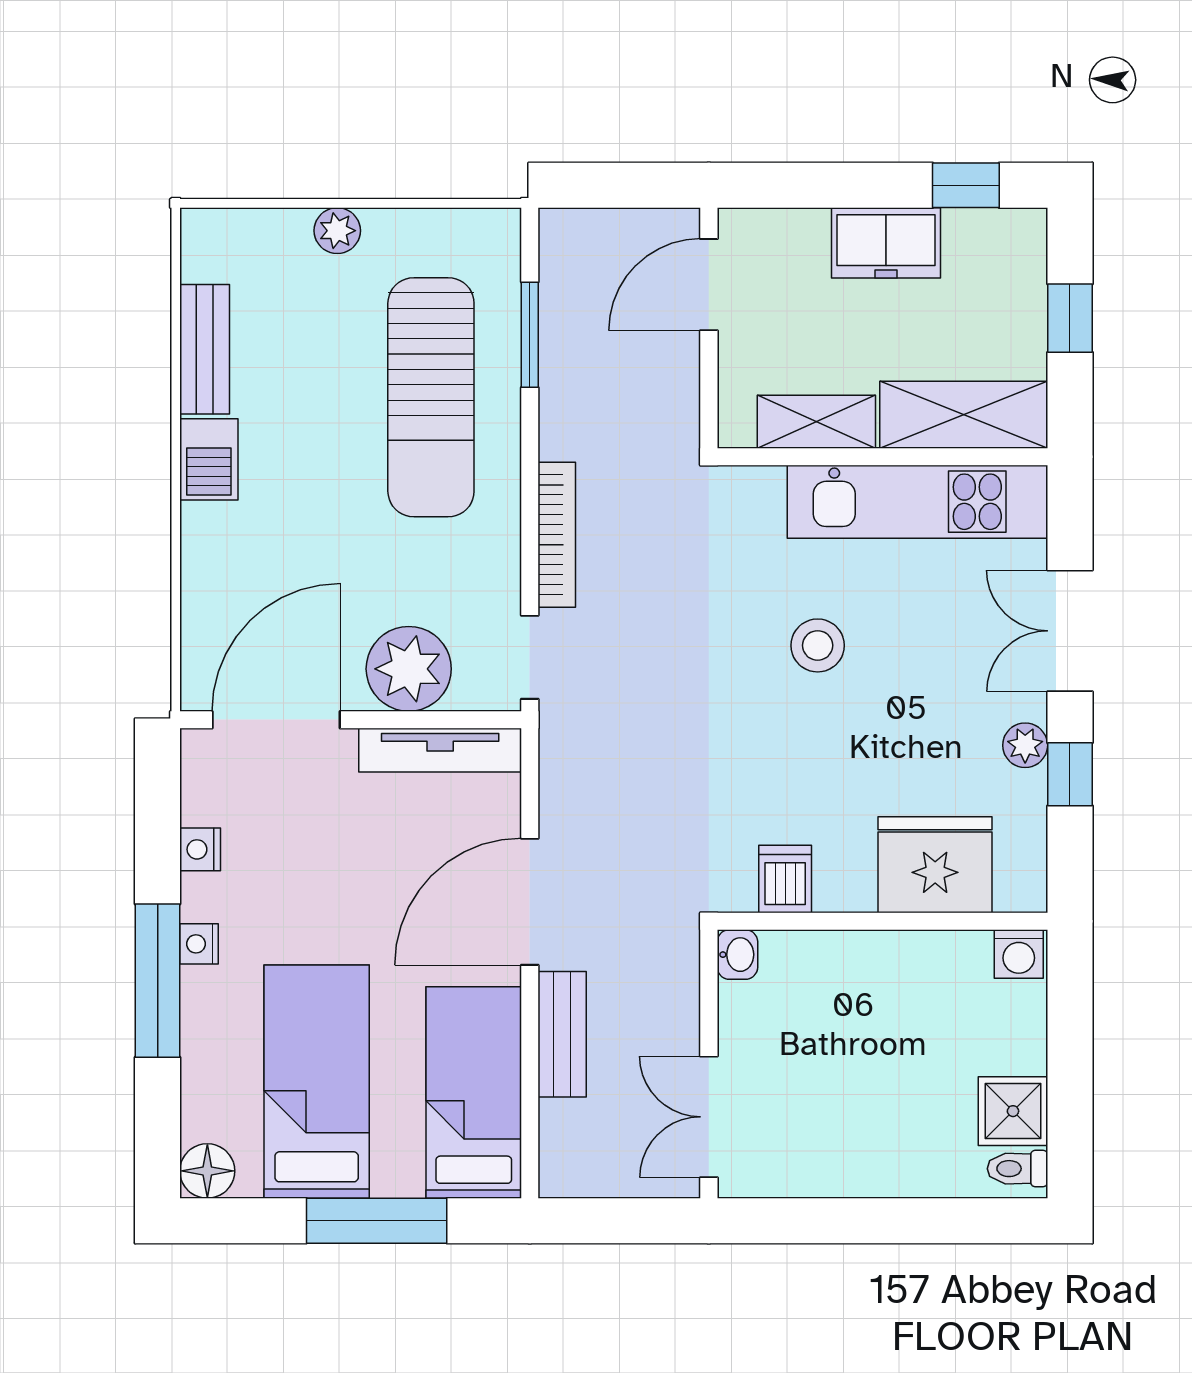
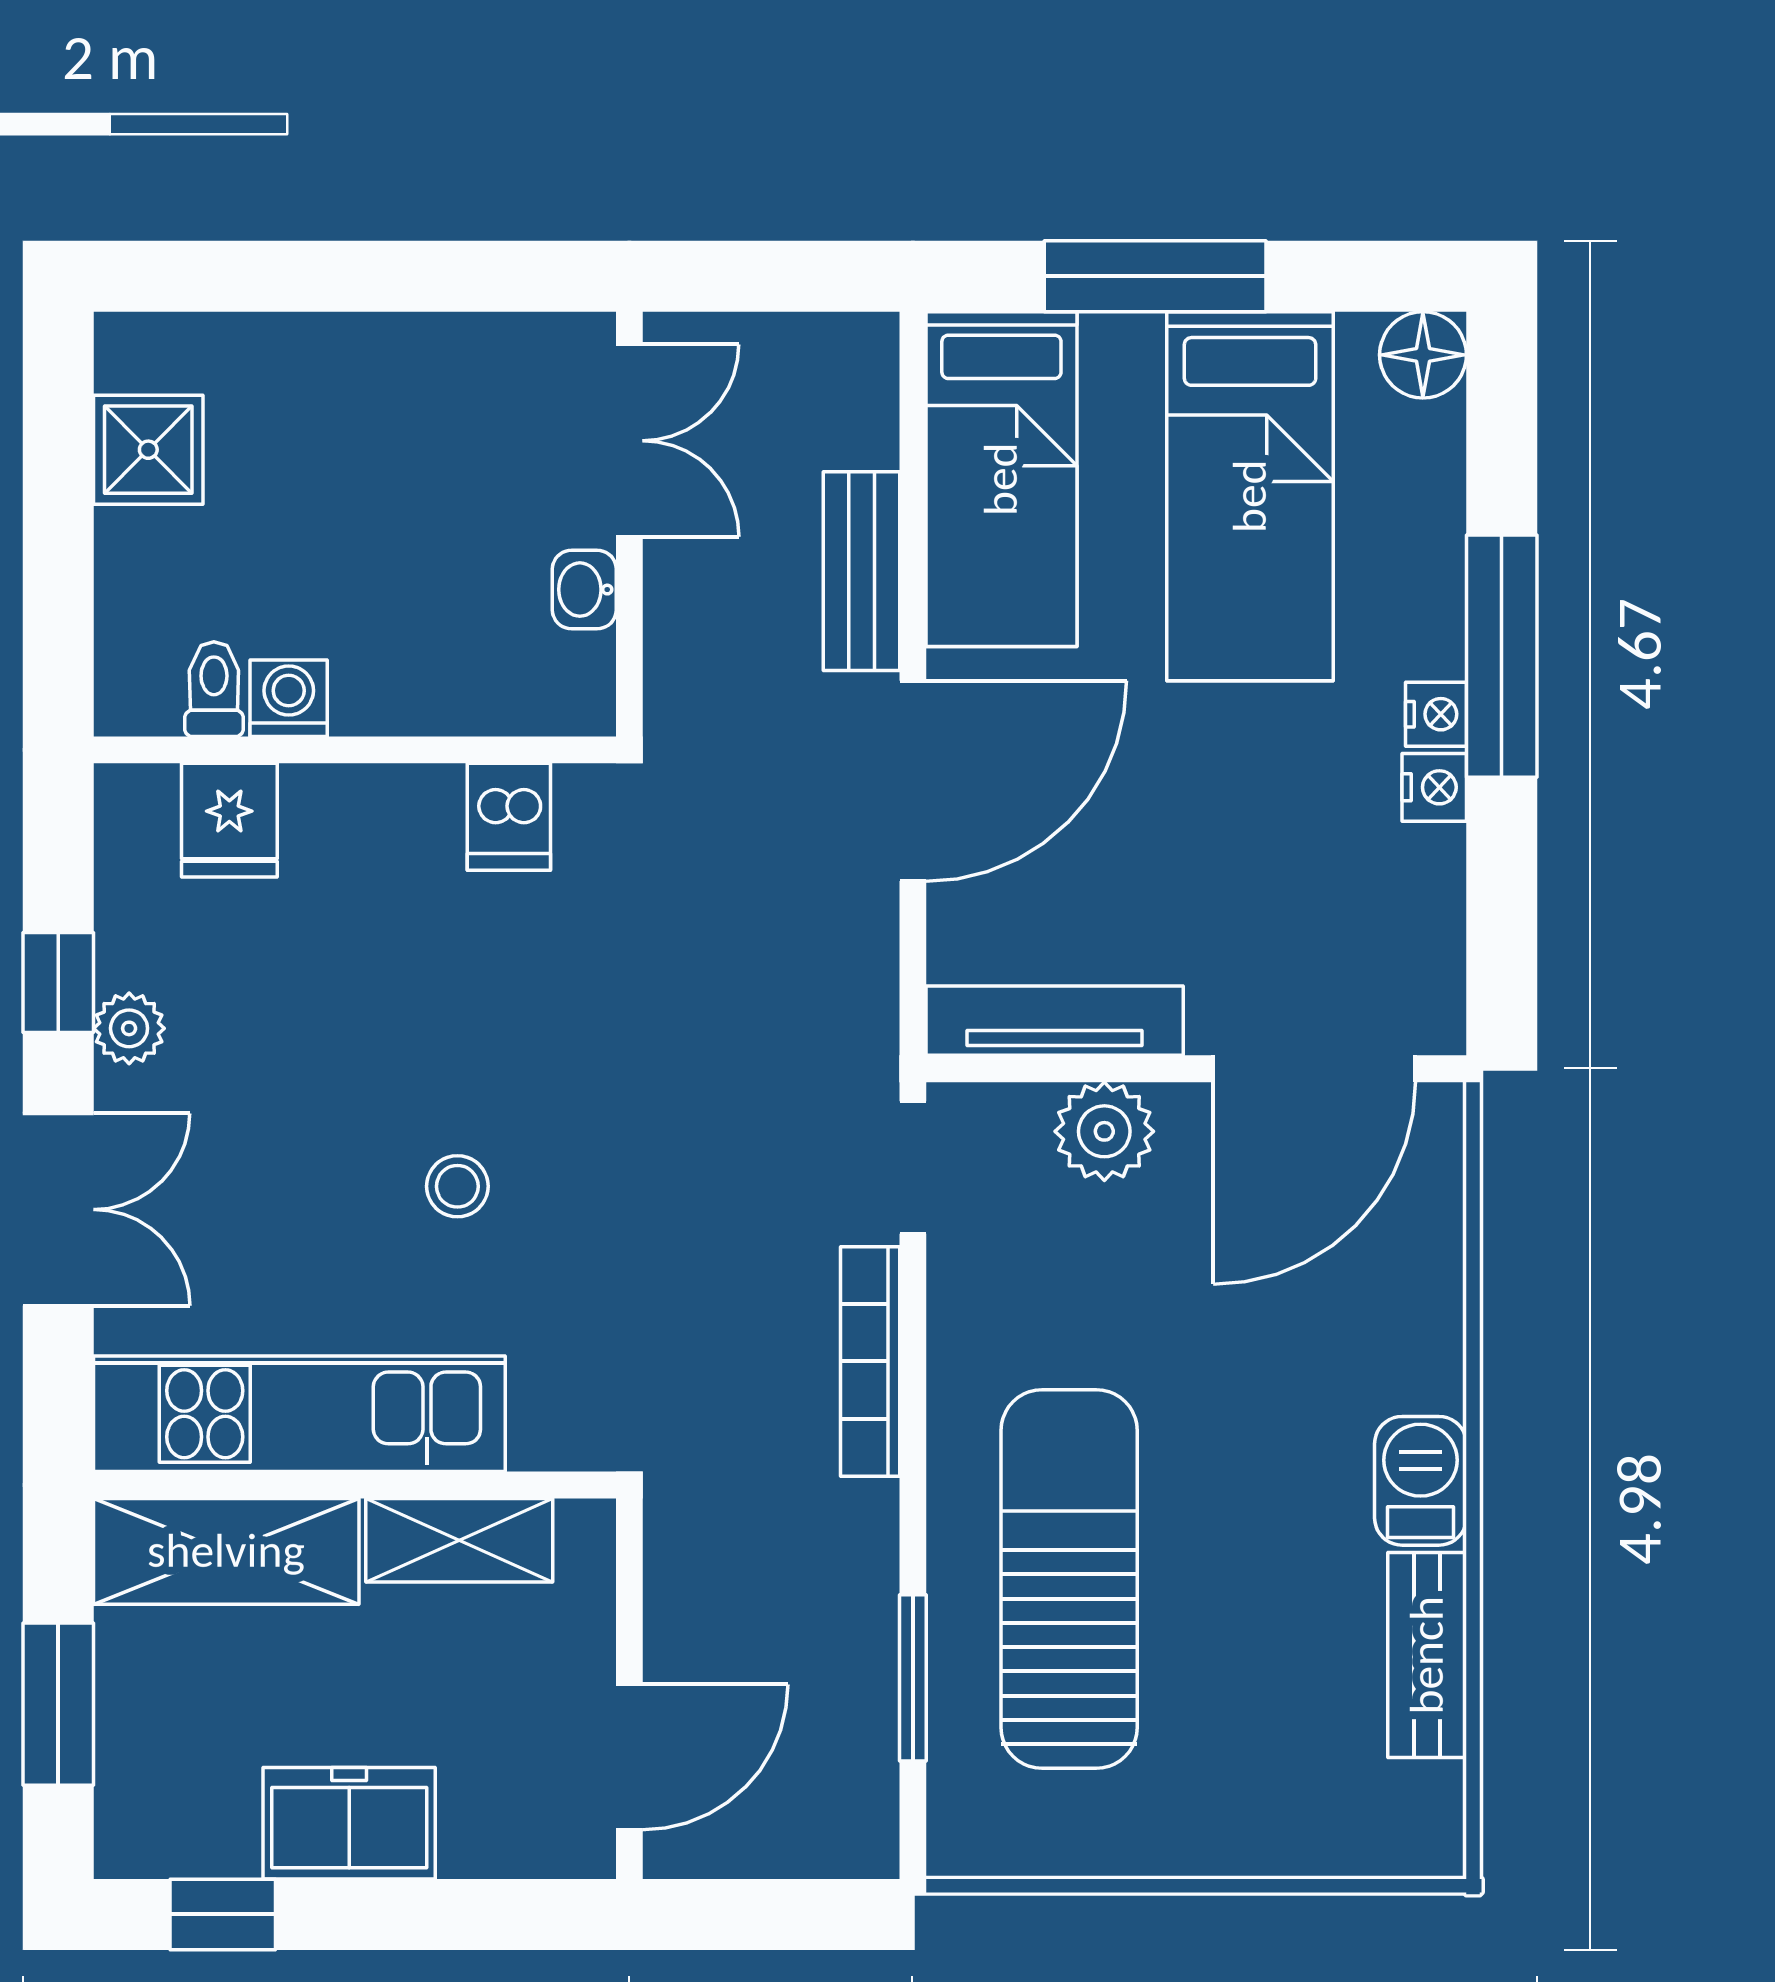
plant: (337, 231) -> (1217, 1843), removed
window: (1070, 318) -> (58, 1704), width x1.50
stool: (818, 645) -> (457, 1186), width x0.73, depth x0.73
plant: (409, 669) -> (1104, 1131), width x0.73, depth x0.73
nightstand: (200, 849) -> (1434, 787), moved
fridge: (935, 865) -> (229, 820), width x0.53, depth x0.75
washing machine: (1019, 954) -> (289, 698), moved
washbasin: (737, 955) -> (584, 590), moved
toilet: (1017, 1169) -> (214, 689), moved, turned -90

